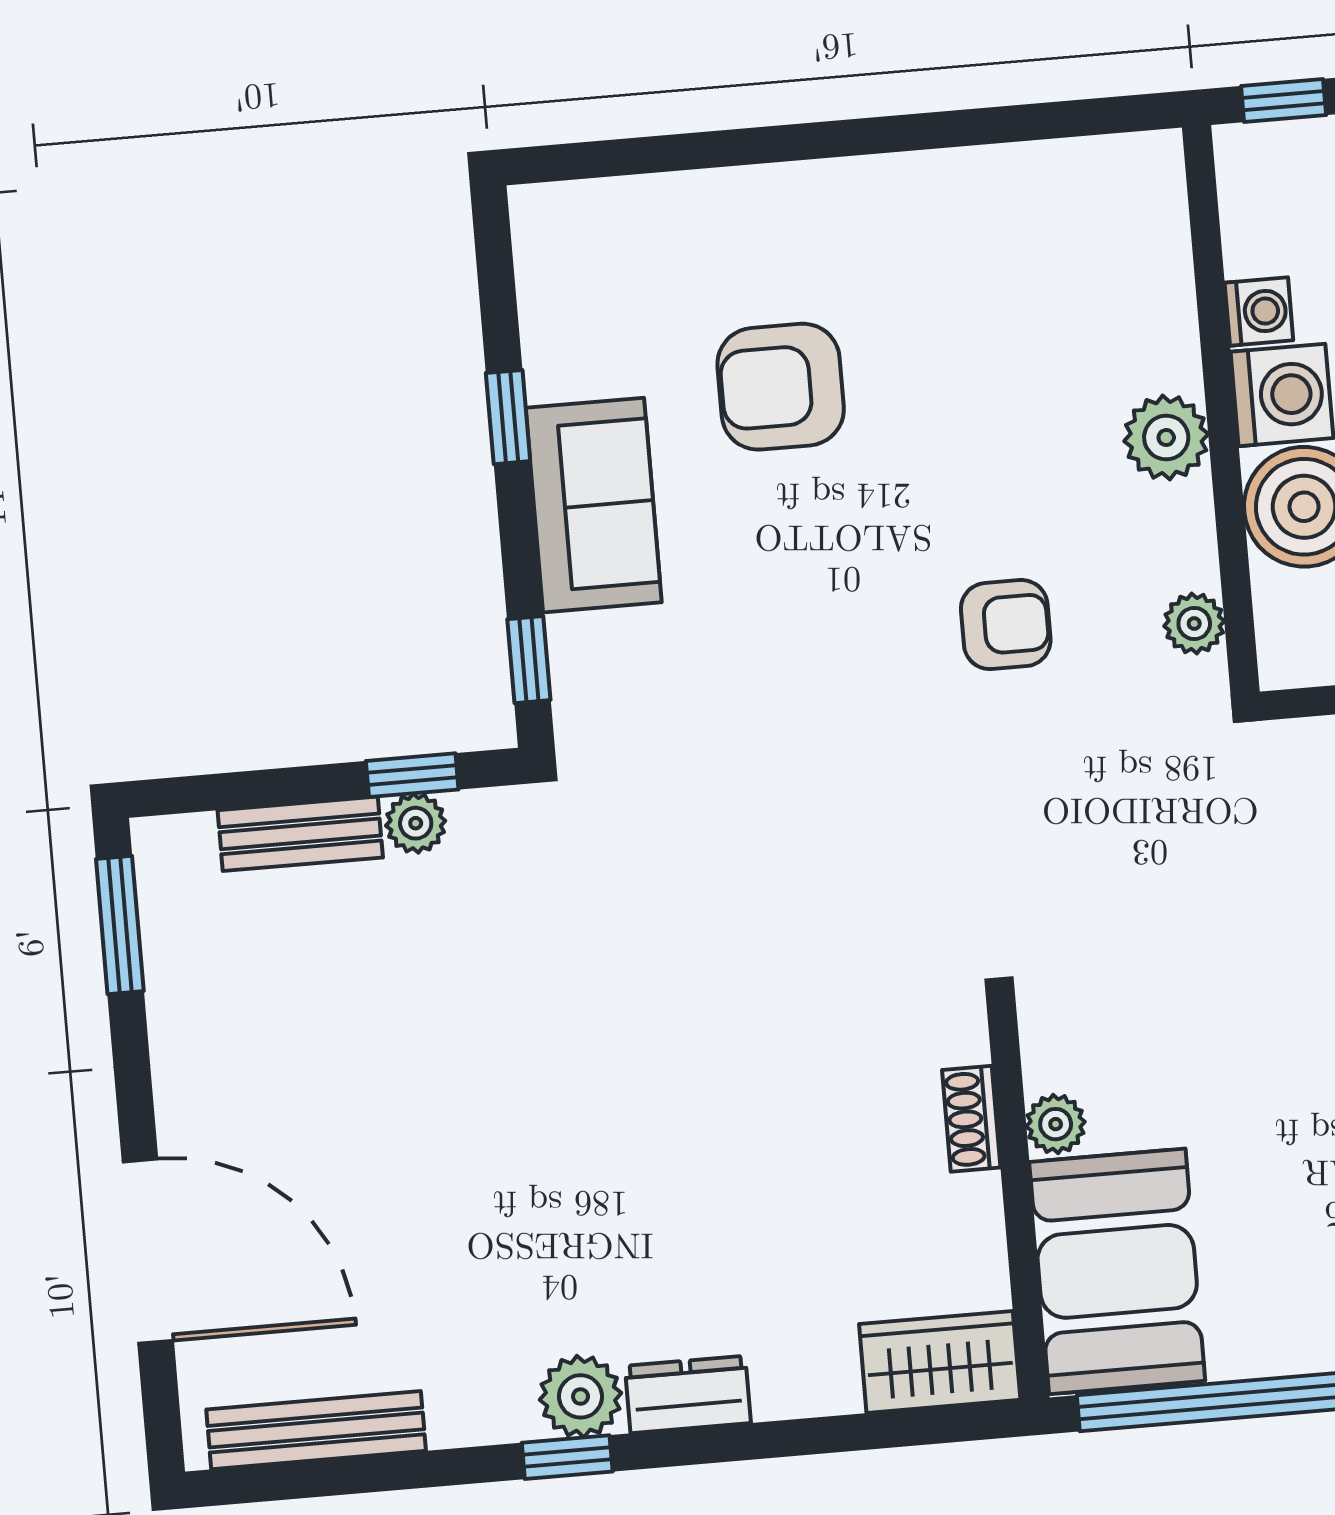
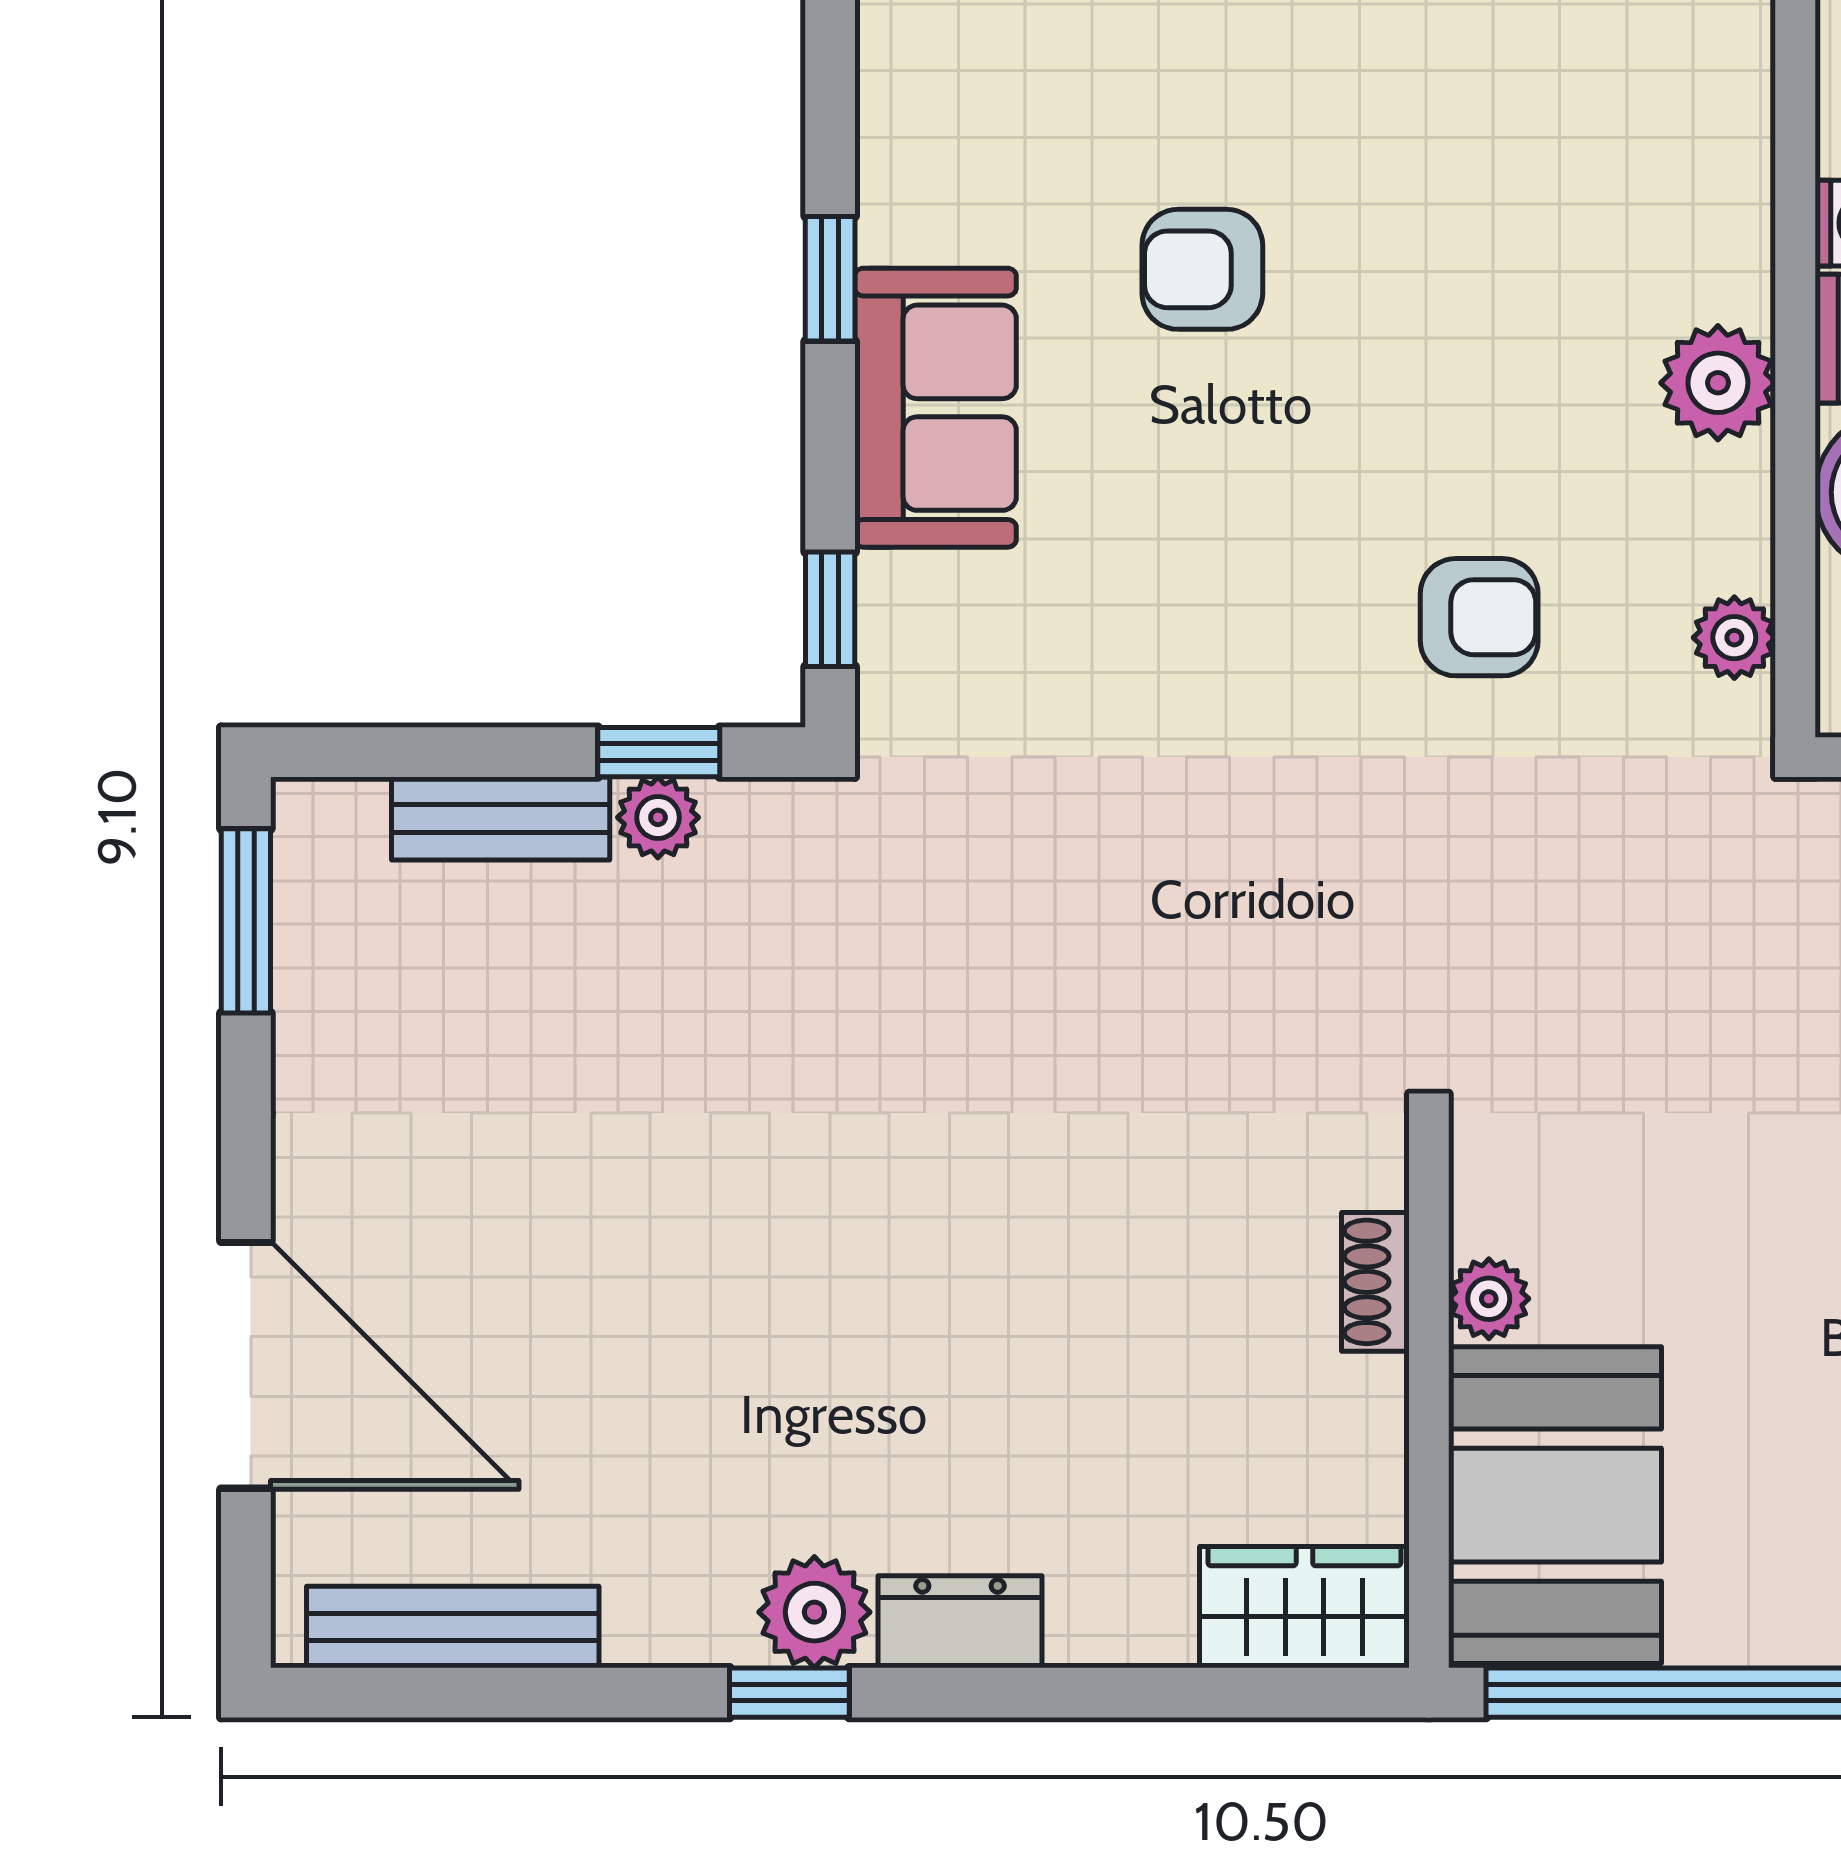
armchair: (781, 387) -> (1202, 269), width x0.72, depth x0.72

